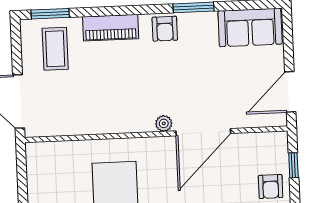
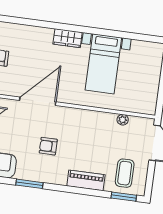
armchair: (165, 29) -> (48, 146), moved, turned -90
plant: (164, 123) -> (123, 120), moved

